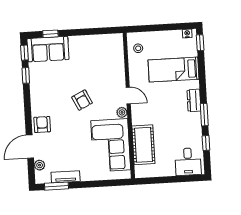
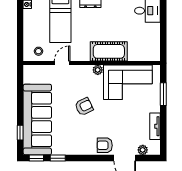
sofa: (48, 49) -> (37, 120), width x1.85, depth x1.27
door: (128, 95) -> (62, 63), moved
cot: (143, 145) -> (109, 51), moved
window: (56, 186) -> (163, 94), moved

